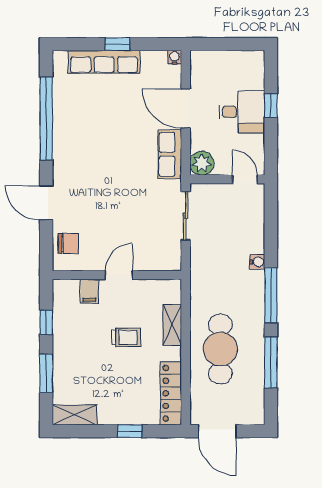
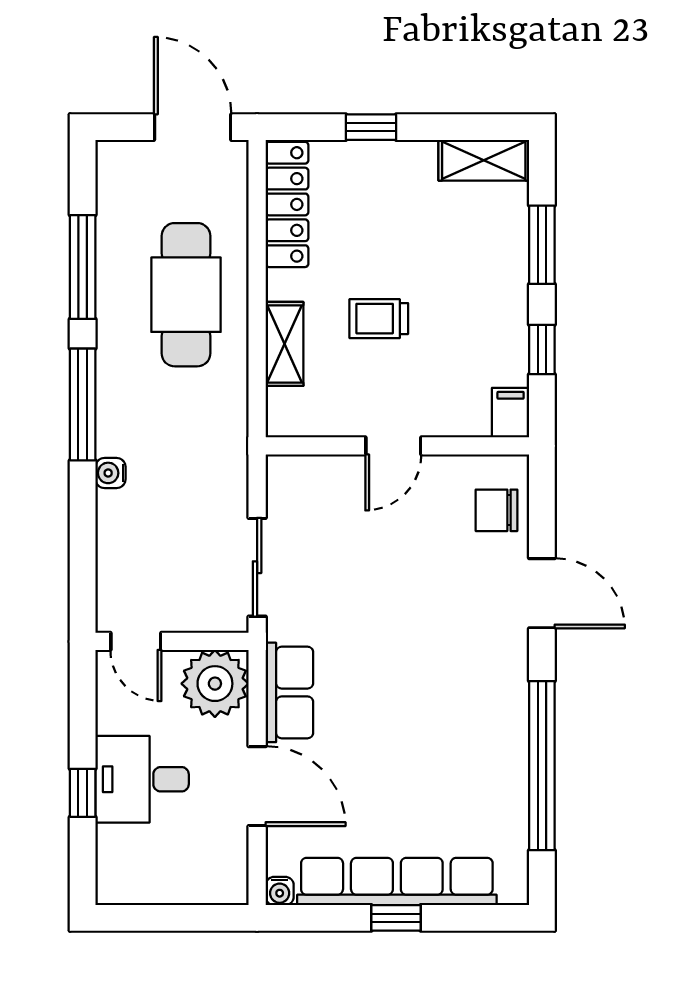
row of seats: (104, 62) -> (397, 881), width x1.36
plant: (202, 163) -> (215, 684), width x1.36, depth x1.36
filing cabinet: (89, 291) -> (511, 413), moved

